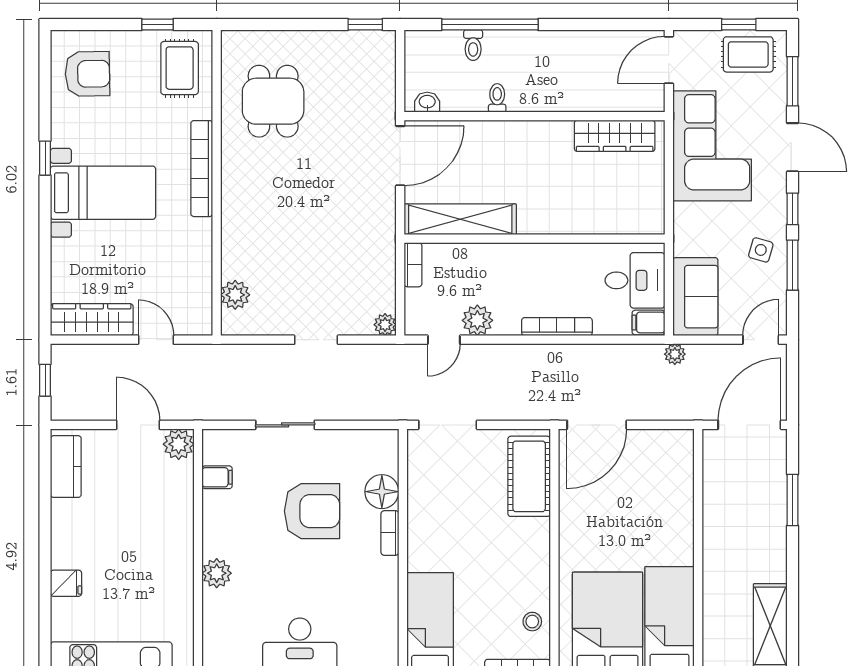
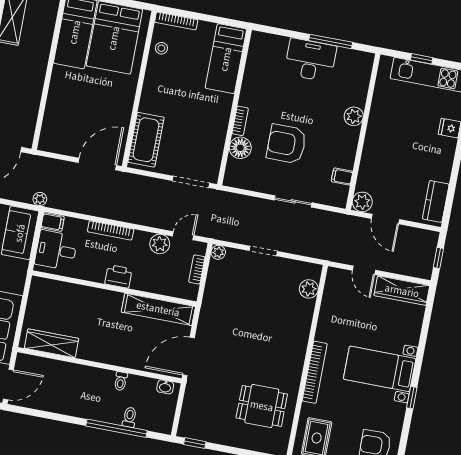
dining table: (273, 101) -> (262, 406), turned 90
printer: (531, 258) -> (118, 276), added
bookcase: (413, 265) -> (197, 269), moved

